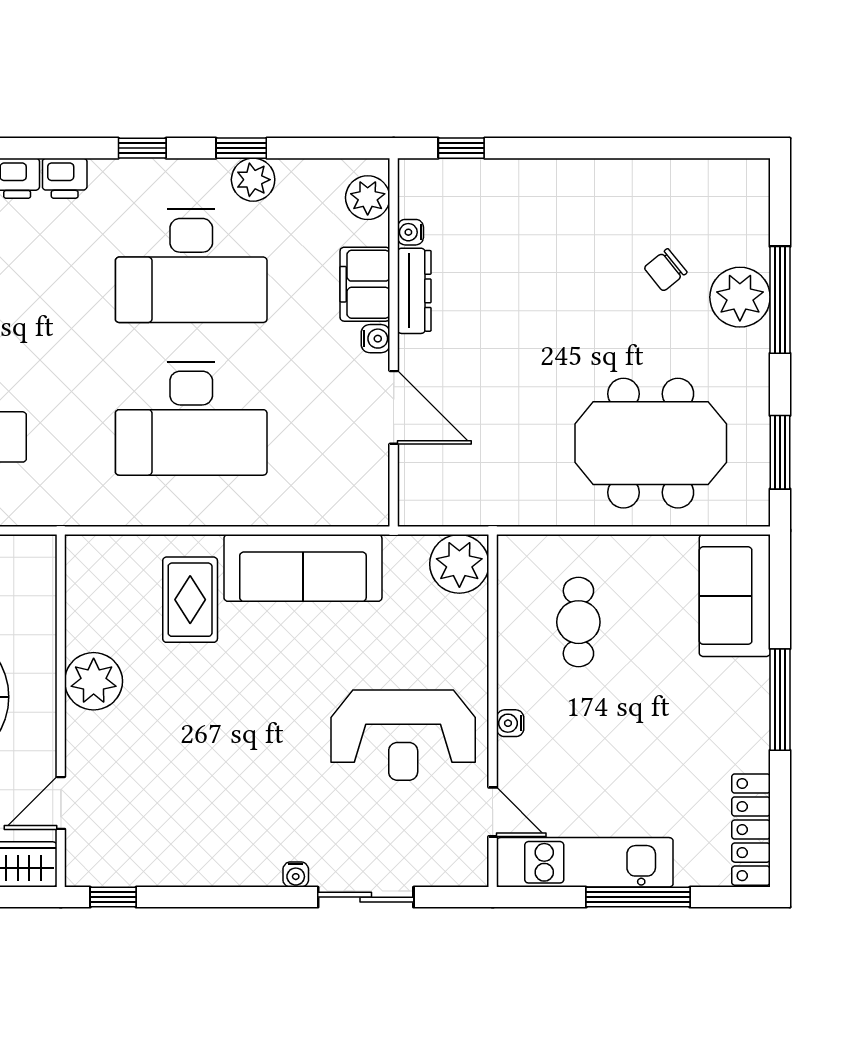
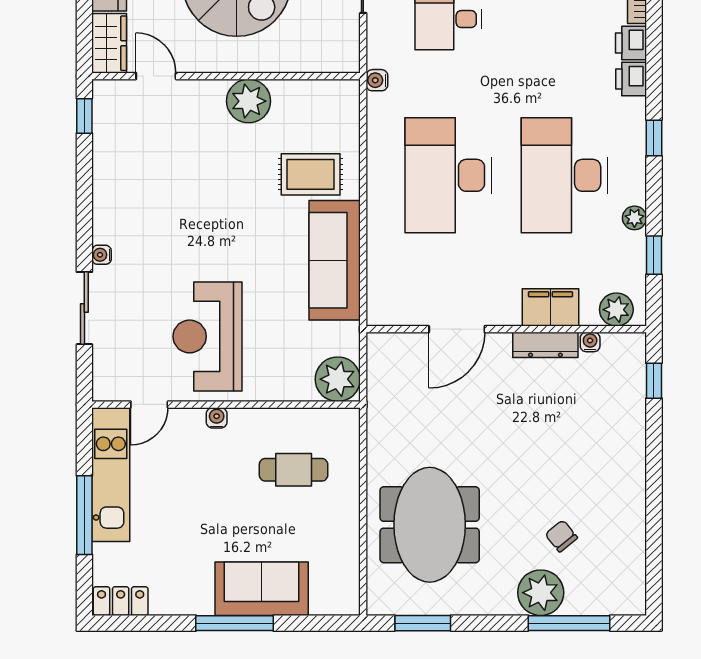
window: (241, 148) -> (654, 255), moved
plant: (253, 180) -> (634, 218), width x0.73, depth x0.73
window: (780, 300) -> (569, 623), moved
water cooler: (375, 339) -> (377, 80), moved, turned 90
sofa: (735, 596) -> (262, 589), moved
locker: (751, 830) -> (121, 601), width x0.66

